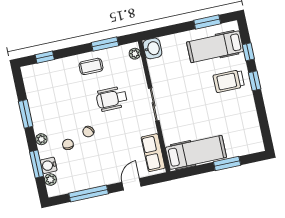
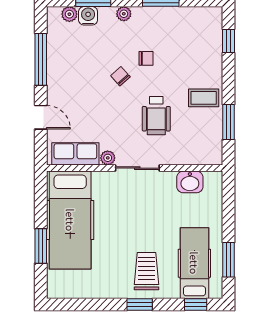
washbasin: (152, 48) -> (190, 182), moved
window: (248, 52) -> (196, 305), moved
plant: (135, 54) -> (108, 158), moved
coffee table: (91, 66) -> (204, 98), turned 90
wheelchair: (112, 99) -> (156, 116), turned 180
chair: (68, 144) -> (146, 58), moved
hospital bed: (196, 152) -> (70, 220), width x1.37, depth x1.29

